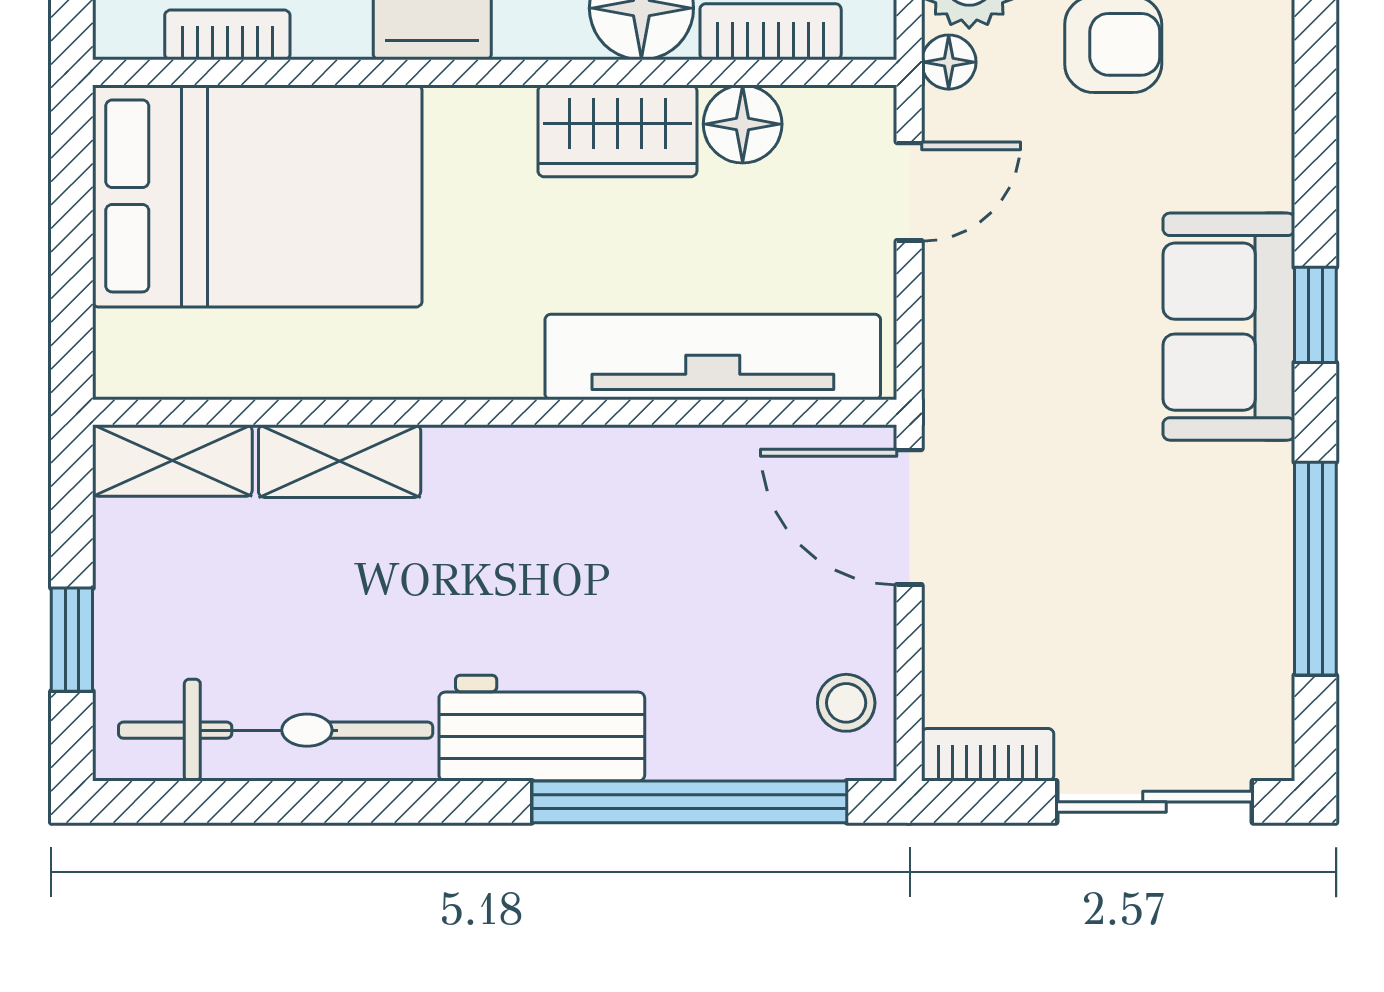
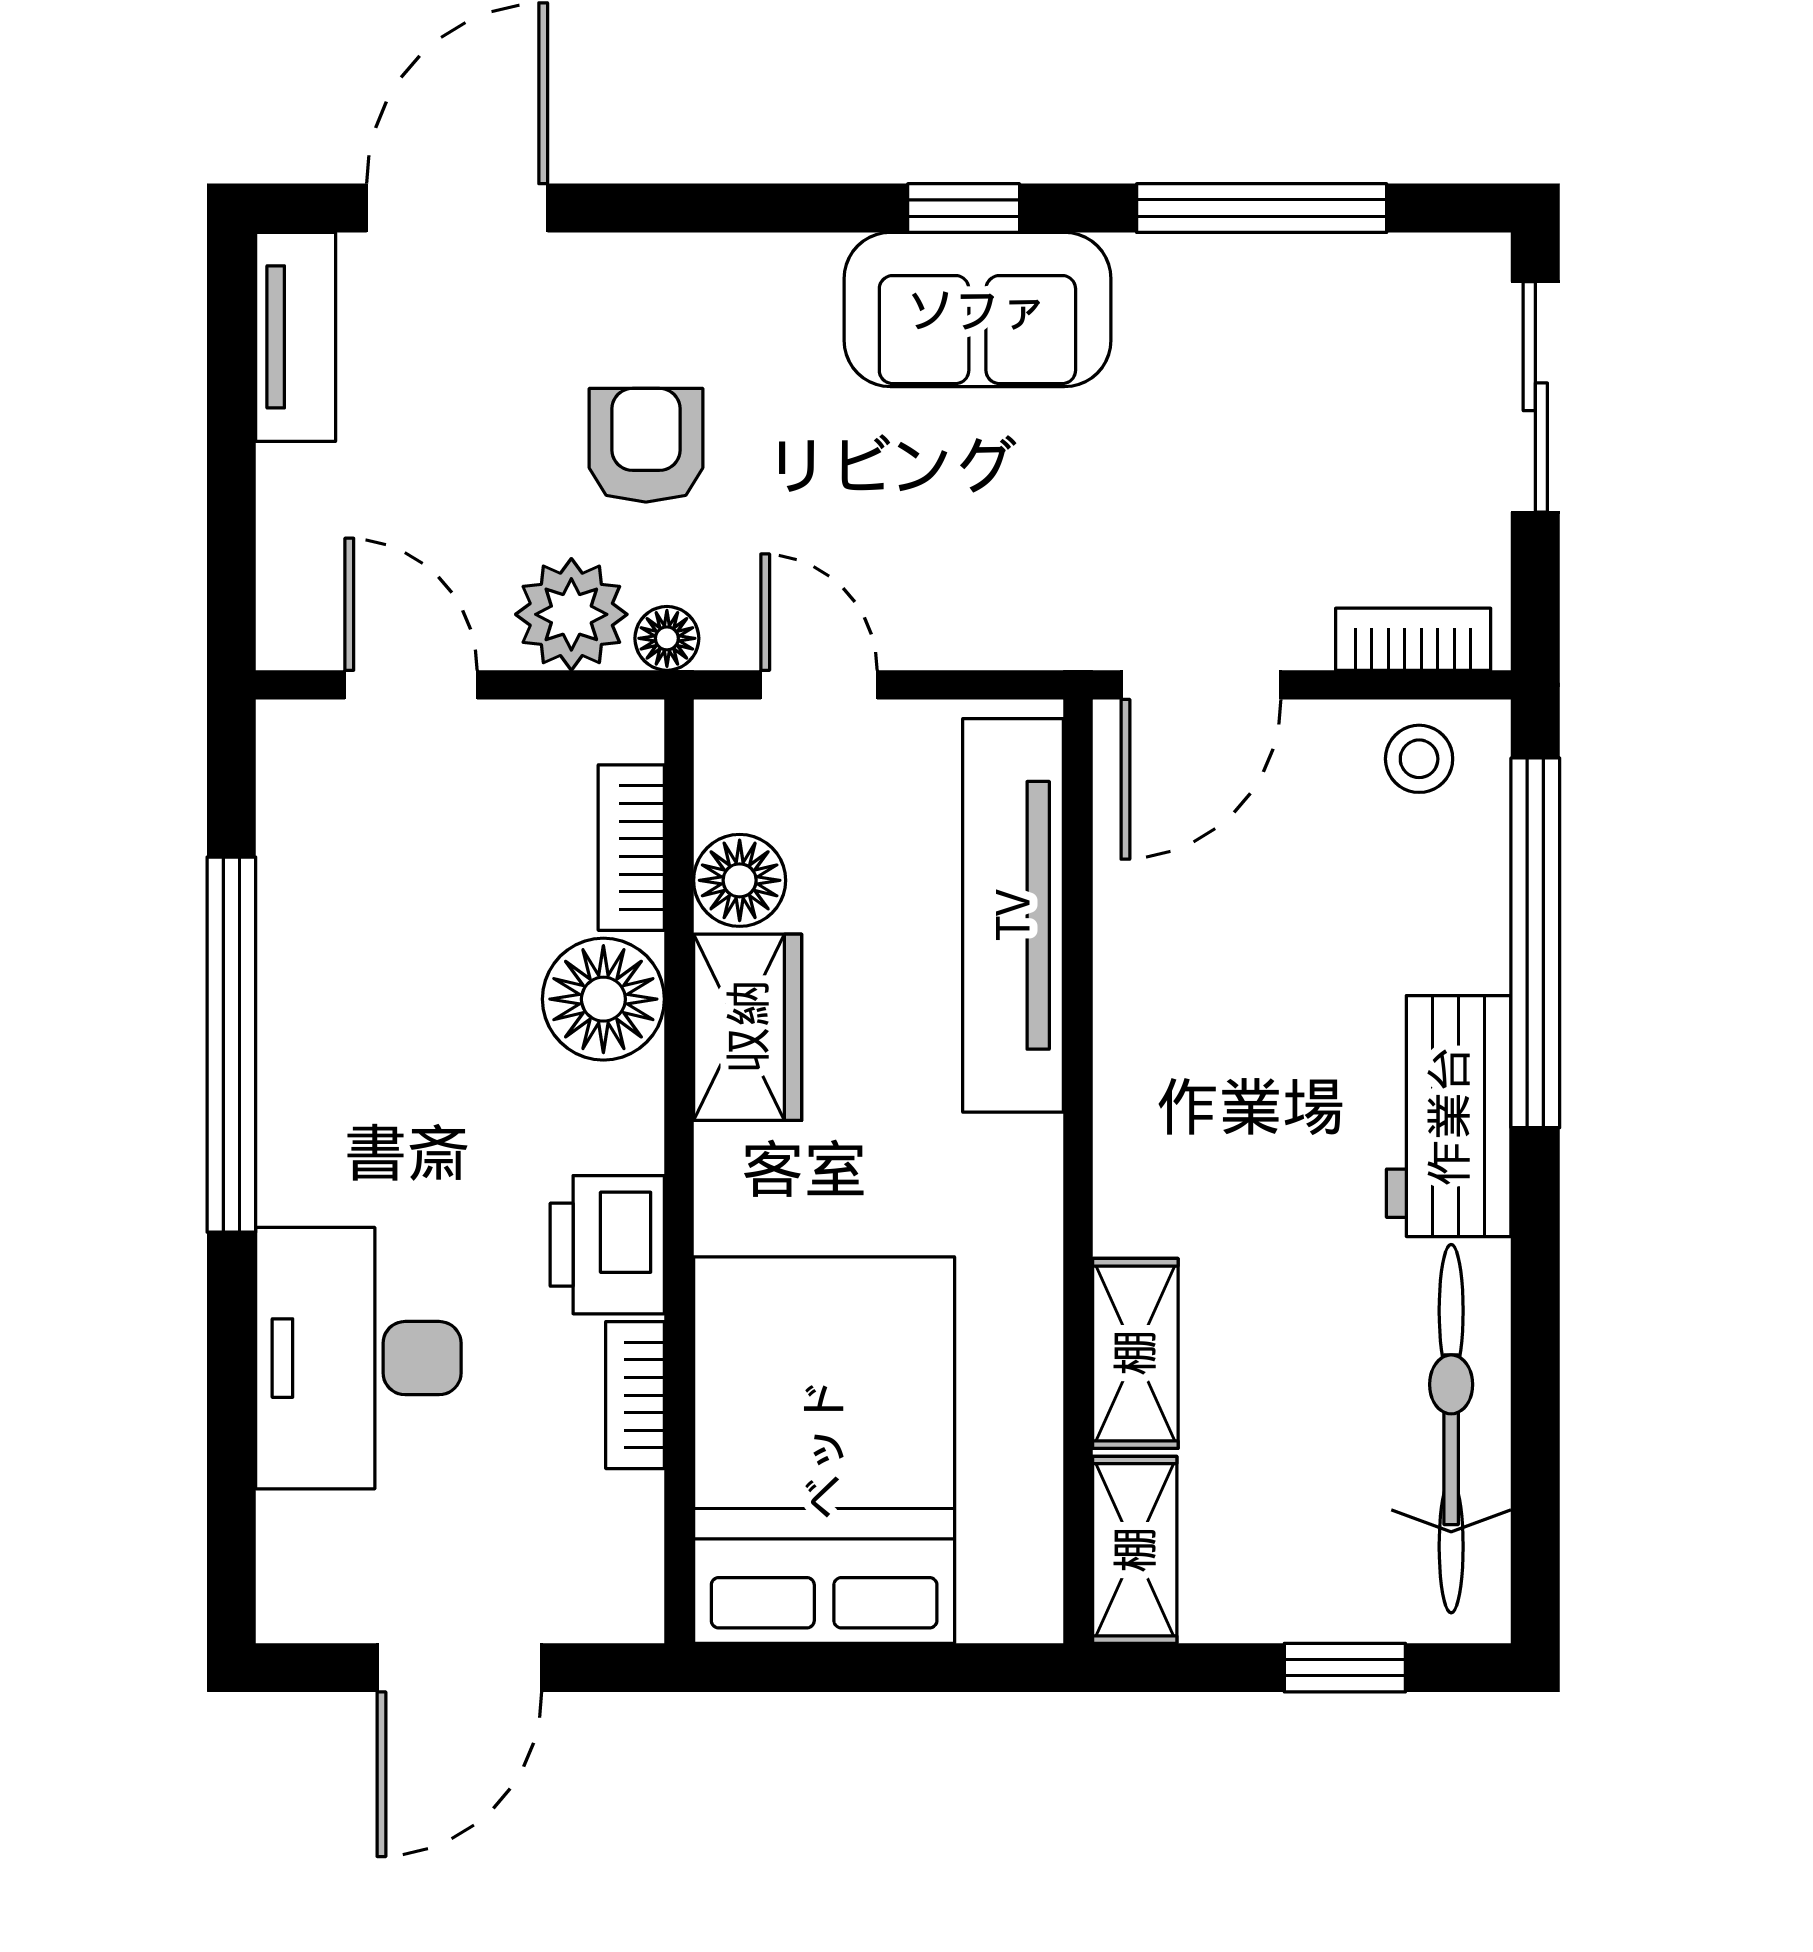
bookcase: (227, 35) -> (635, 1395), moved
bookcase: (988, 755) -> (1413, 639), moved, turned 90

